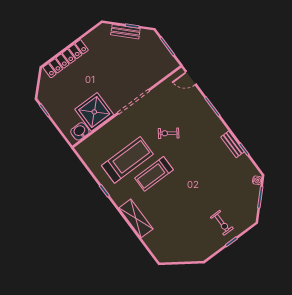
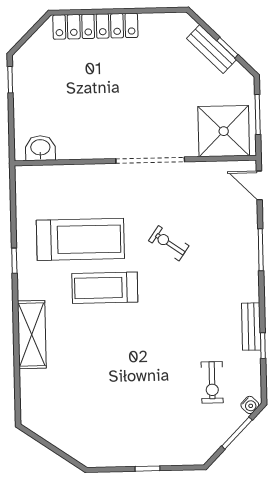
shower: (94, 112) -> (224, 131), moved
exercise bike: (222, 223) -> (212, 382), moved

